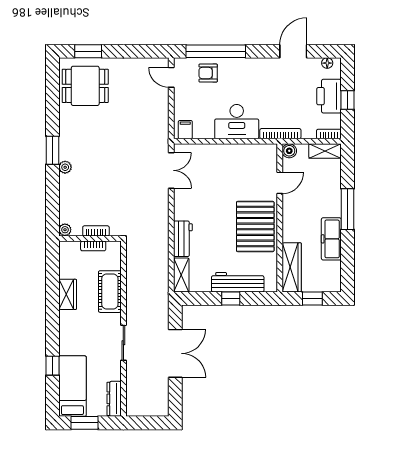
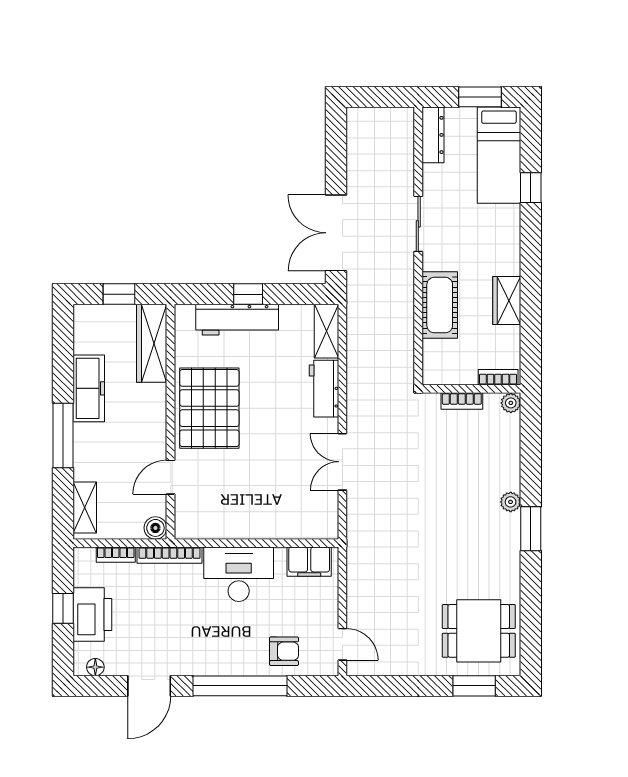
window: (216, 51) -> (240, 686), moved
filing cabinet: (185, 130) -> (309, 562), width x2.00
bookcase: (329, 134) -> (116, 555), moved
shelving: (325, 151) -> (85, 508), moved, turned 90
double door: (171, 170) -> (342, 462), moved
bookcase: (93, 246) -> (498, 377), moved
double door: (175, 353) -> (336, 233), moved

